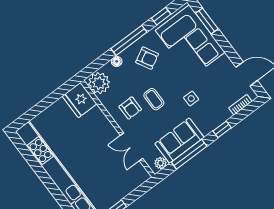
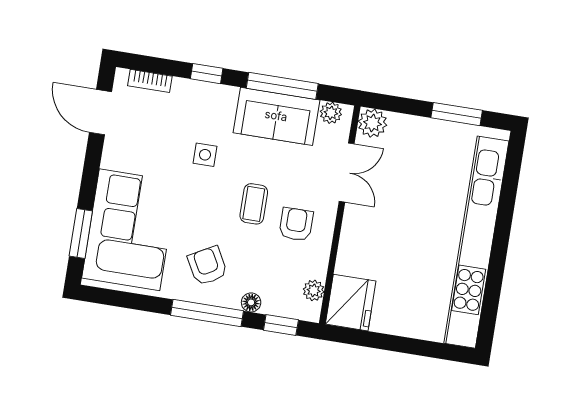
window: (161, 16) -> (281, 325), moved
plant: (99, 83) -> (314, 290), width x0.53, depth x0.53
plant: (141, 175) -> (372, 123), added

